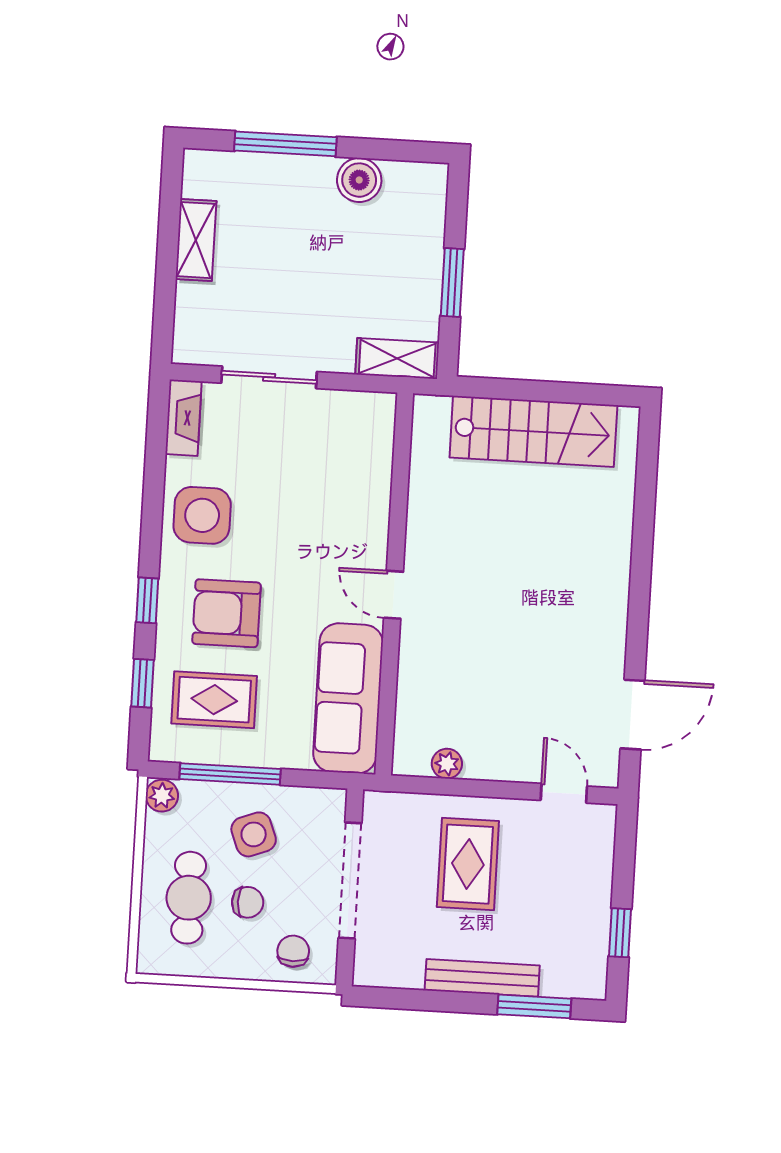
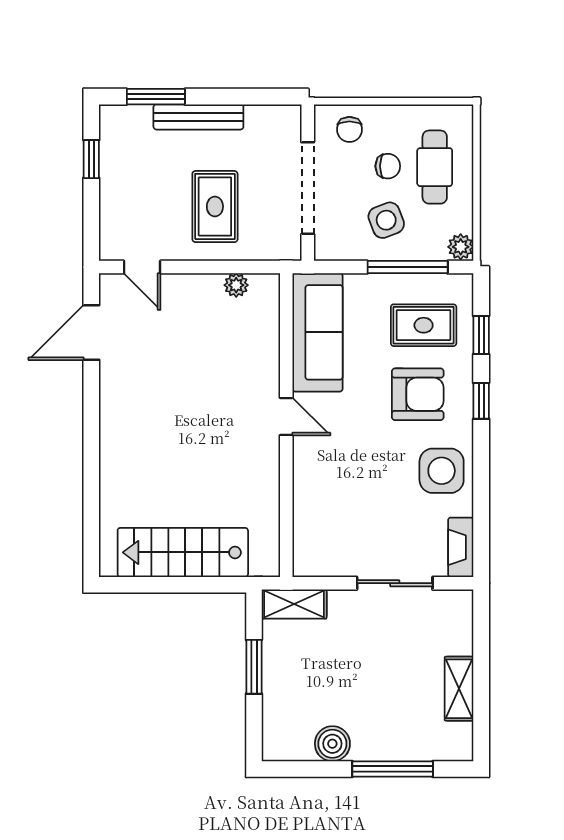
chair: (248, 902) -> (388, 166), turned 180

